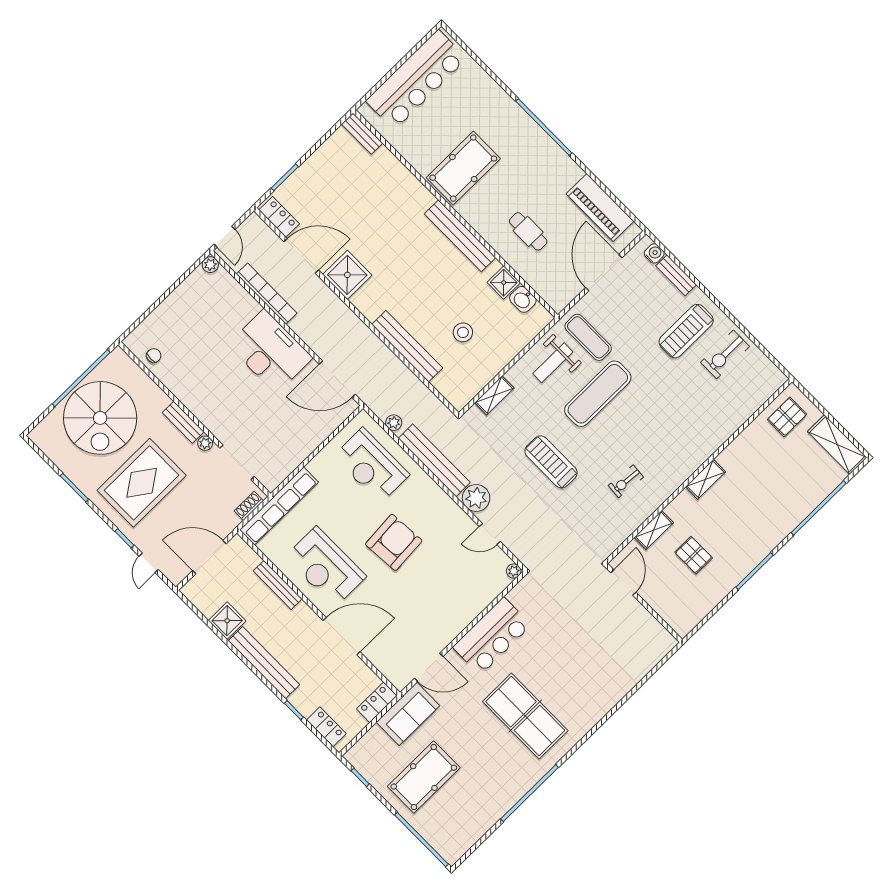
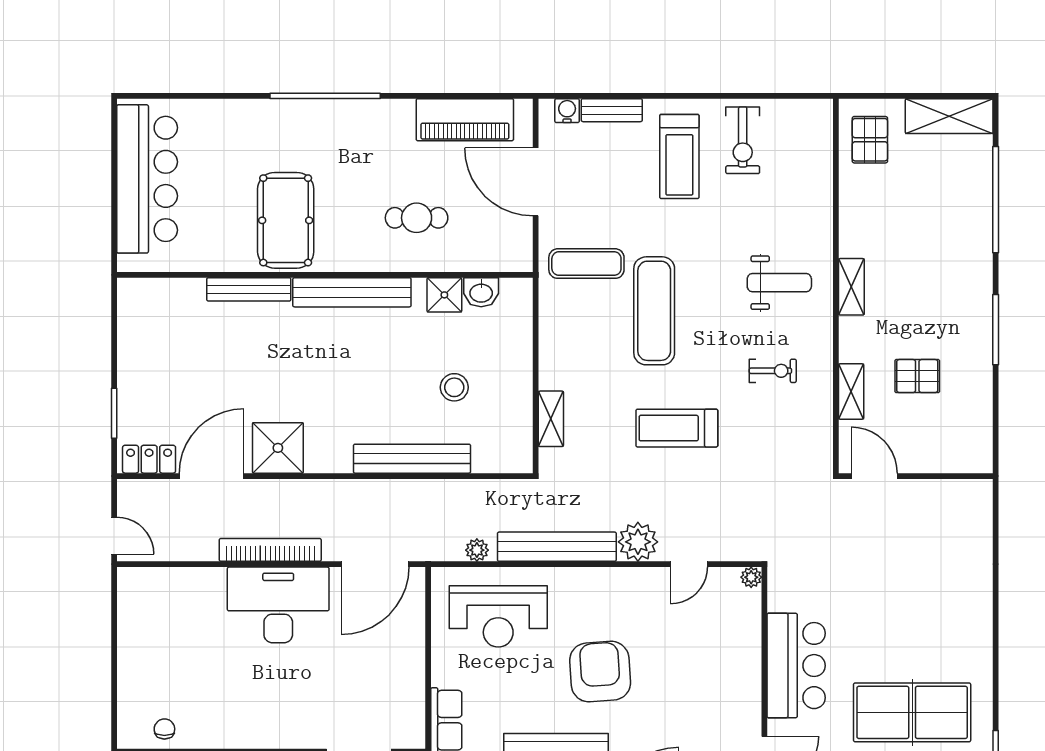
bench: (362, 134) -> (249, 289), moved, width x1.36
plant: (210, 265) -> (128, 578), removed
bookcase: (267, 294) -> (270, 550), moved
weight bench: (553, 363) -> (779, 283), moved, turned -90
exercise bike: (626, 481) -> (773, 371), turned -95

